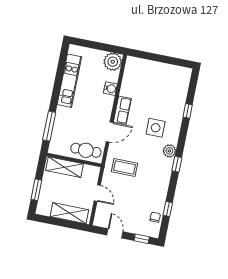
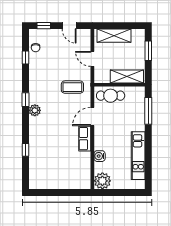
side table: (156, 128) -> (51, 129), removed

